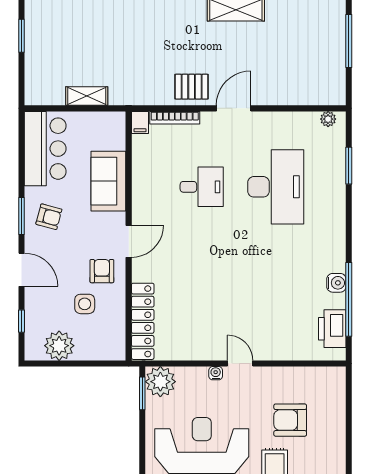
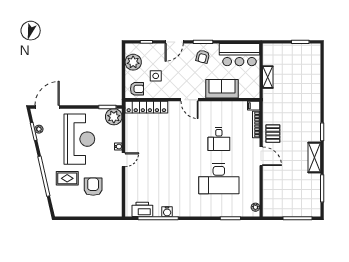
armchair: (102, 271) -> (137, 89), moved

